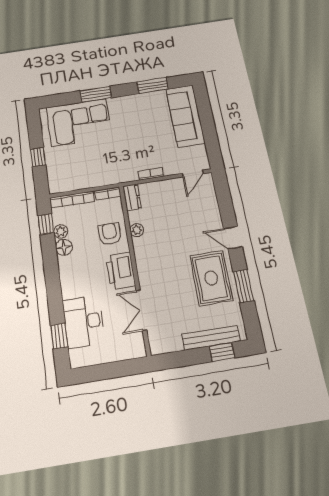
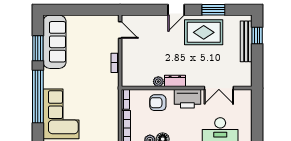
window: (96, 94) -> (38, 96), width x2.11
sofa: (185, 116) -> (55, 42), moved, turned -90
dresser: (132, 197) -> (175, 81), moved

